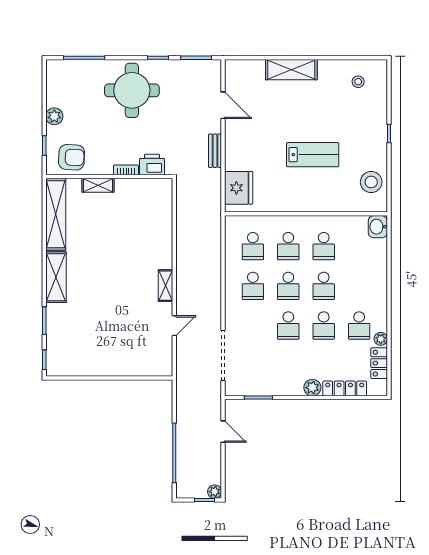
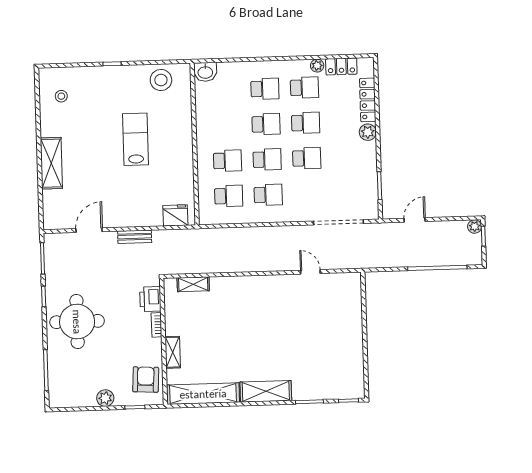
fridge: (239, 188) -> (175, 215), width x0.73, depth x0.75
school desk: (324, 246) -> (265, 89), moved
shelving: (165, 286) -> (193, 284), moved

